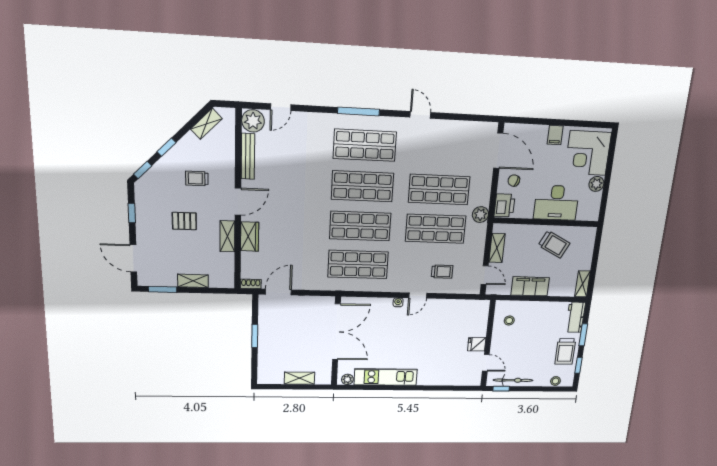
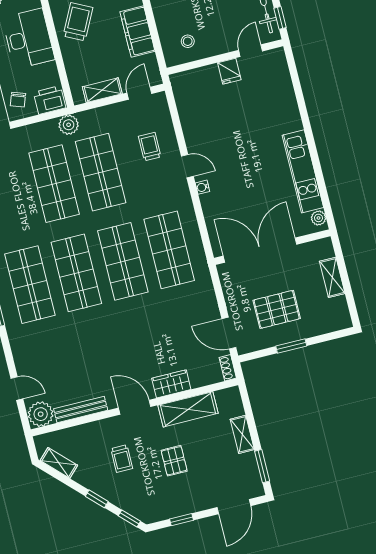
shelving: (227, 236) -> (188, 409), width x1.50, depth x1.33
pallet: (287, 332) -> (277, 309), added

